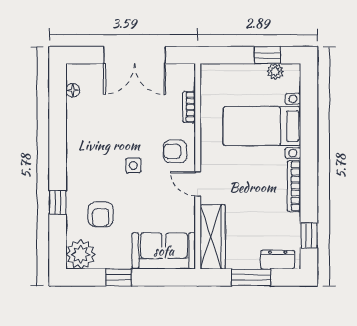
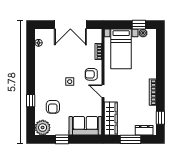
bed with nightstands: (262, 126) -> (121, 49), moved, turned -90

